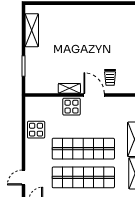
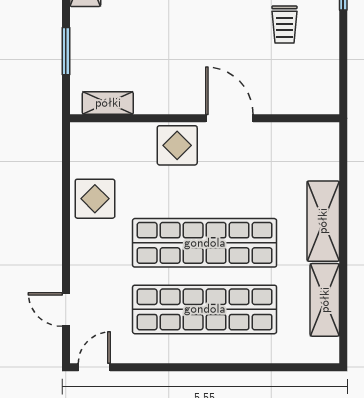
trolley: (110, 77) -> (284, 25), moved
shelving: (69, 88) -> (108, 103), moved
door: (24, 177) -> (66, 310), hinge flipped

